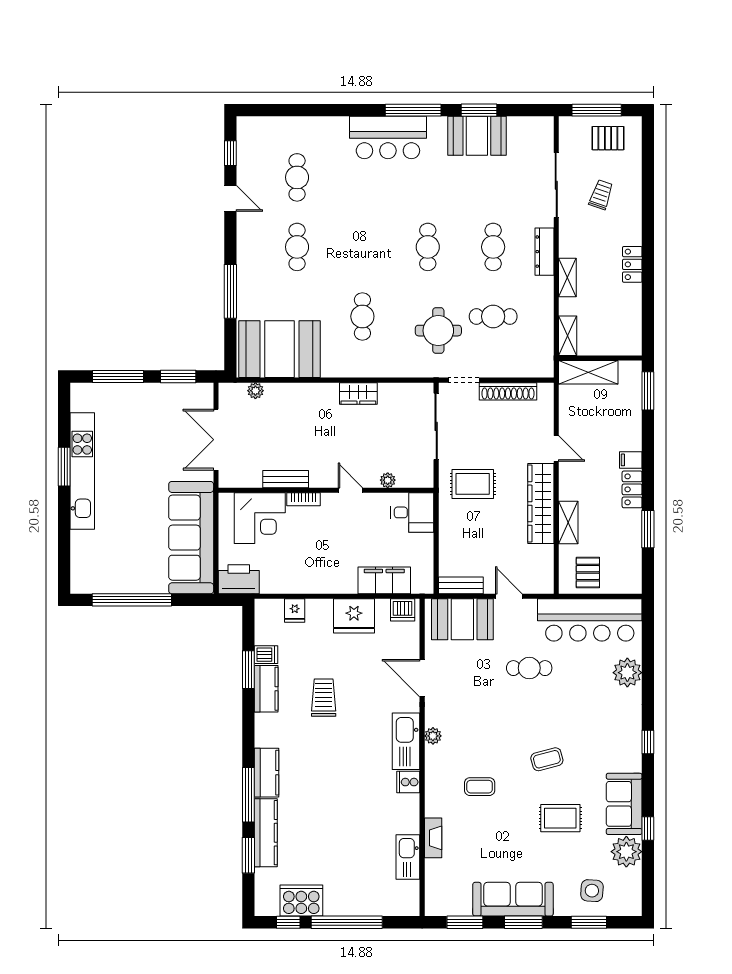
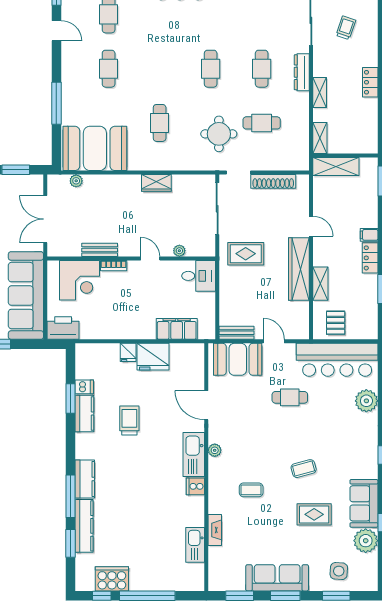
dishwasher: (403, 610) -> (191, 352), removed
fridge: (295, 611) -> (128, 352), moved

